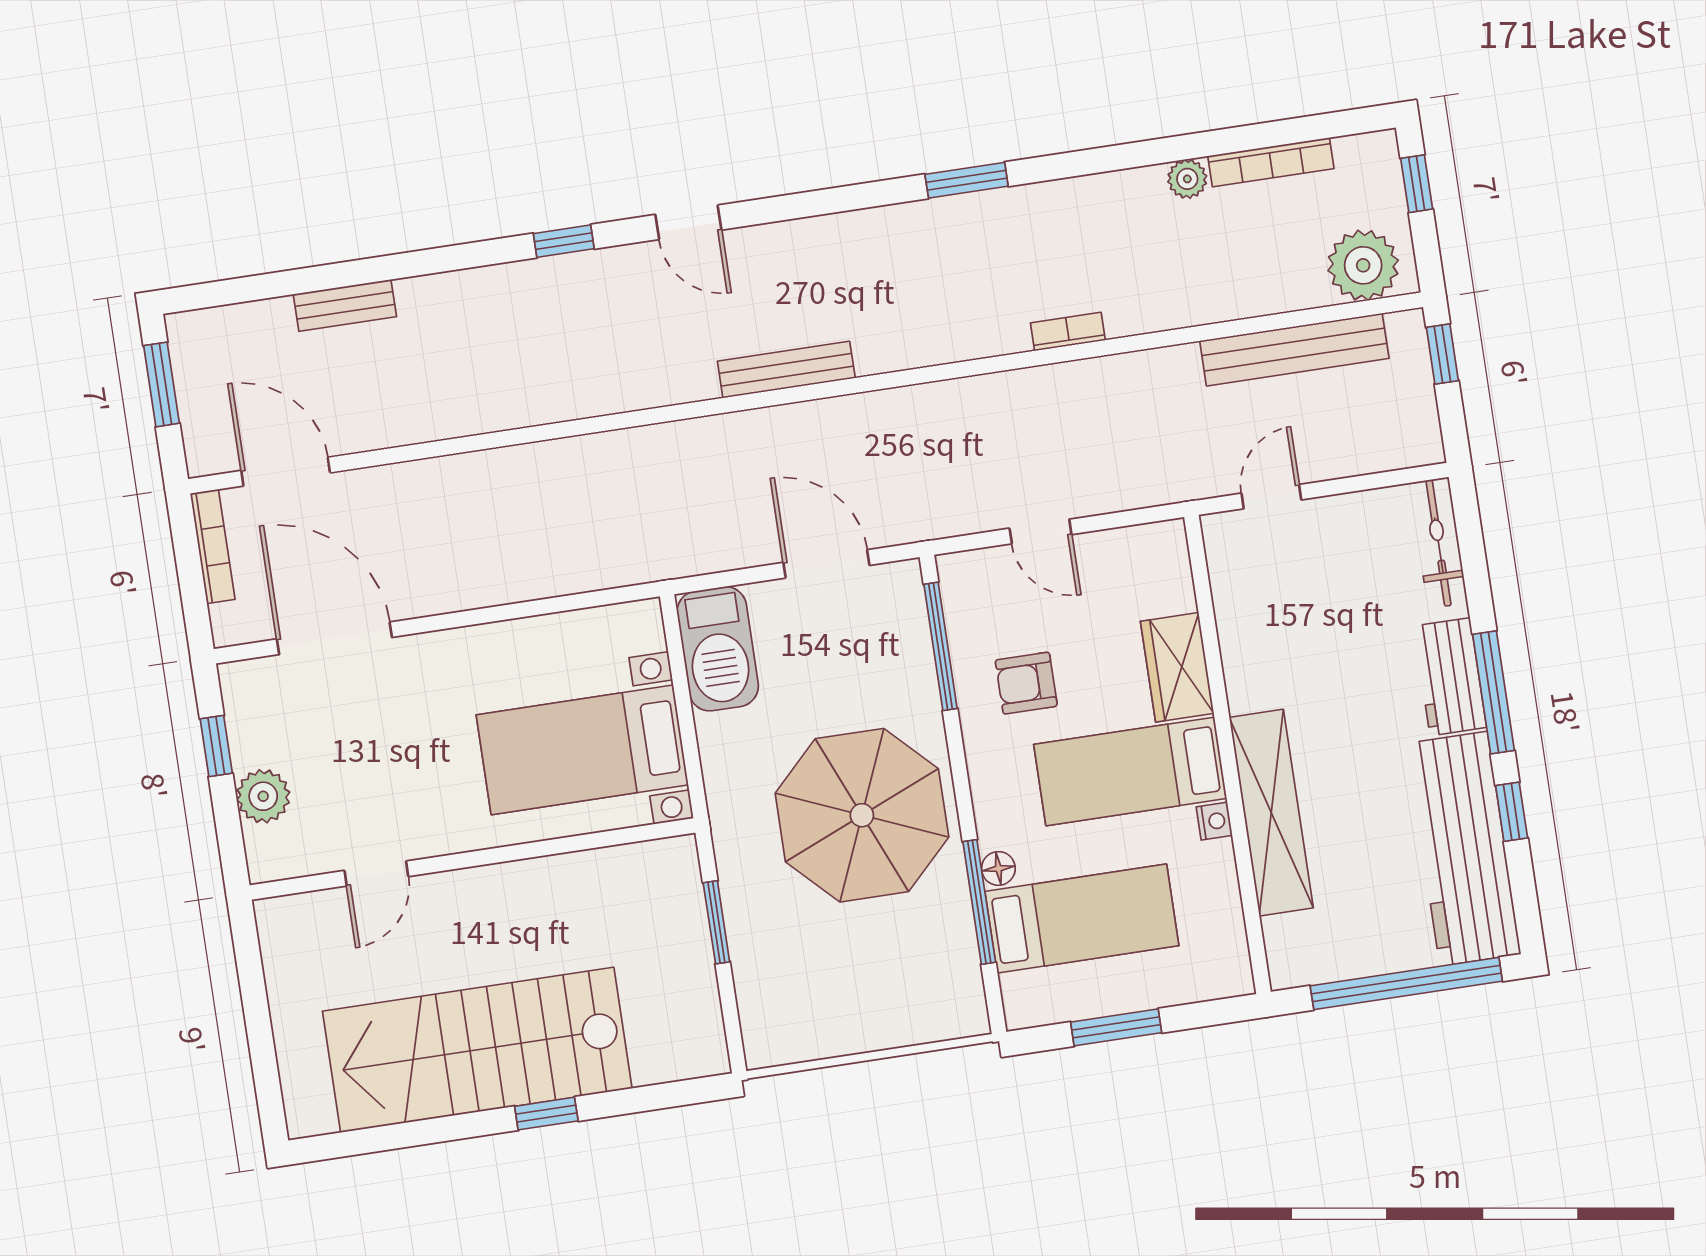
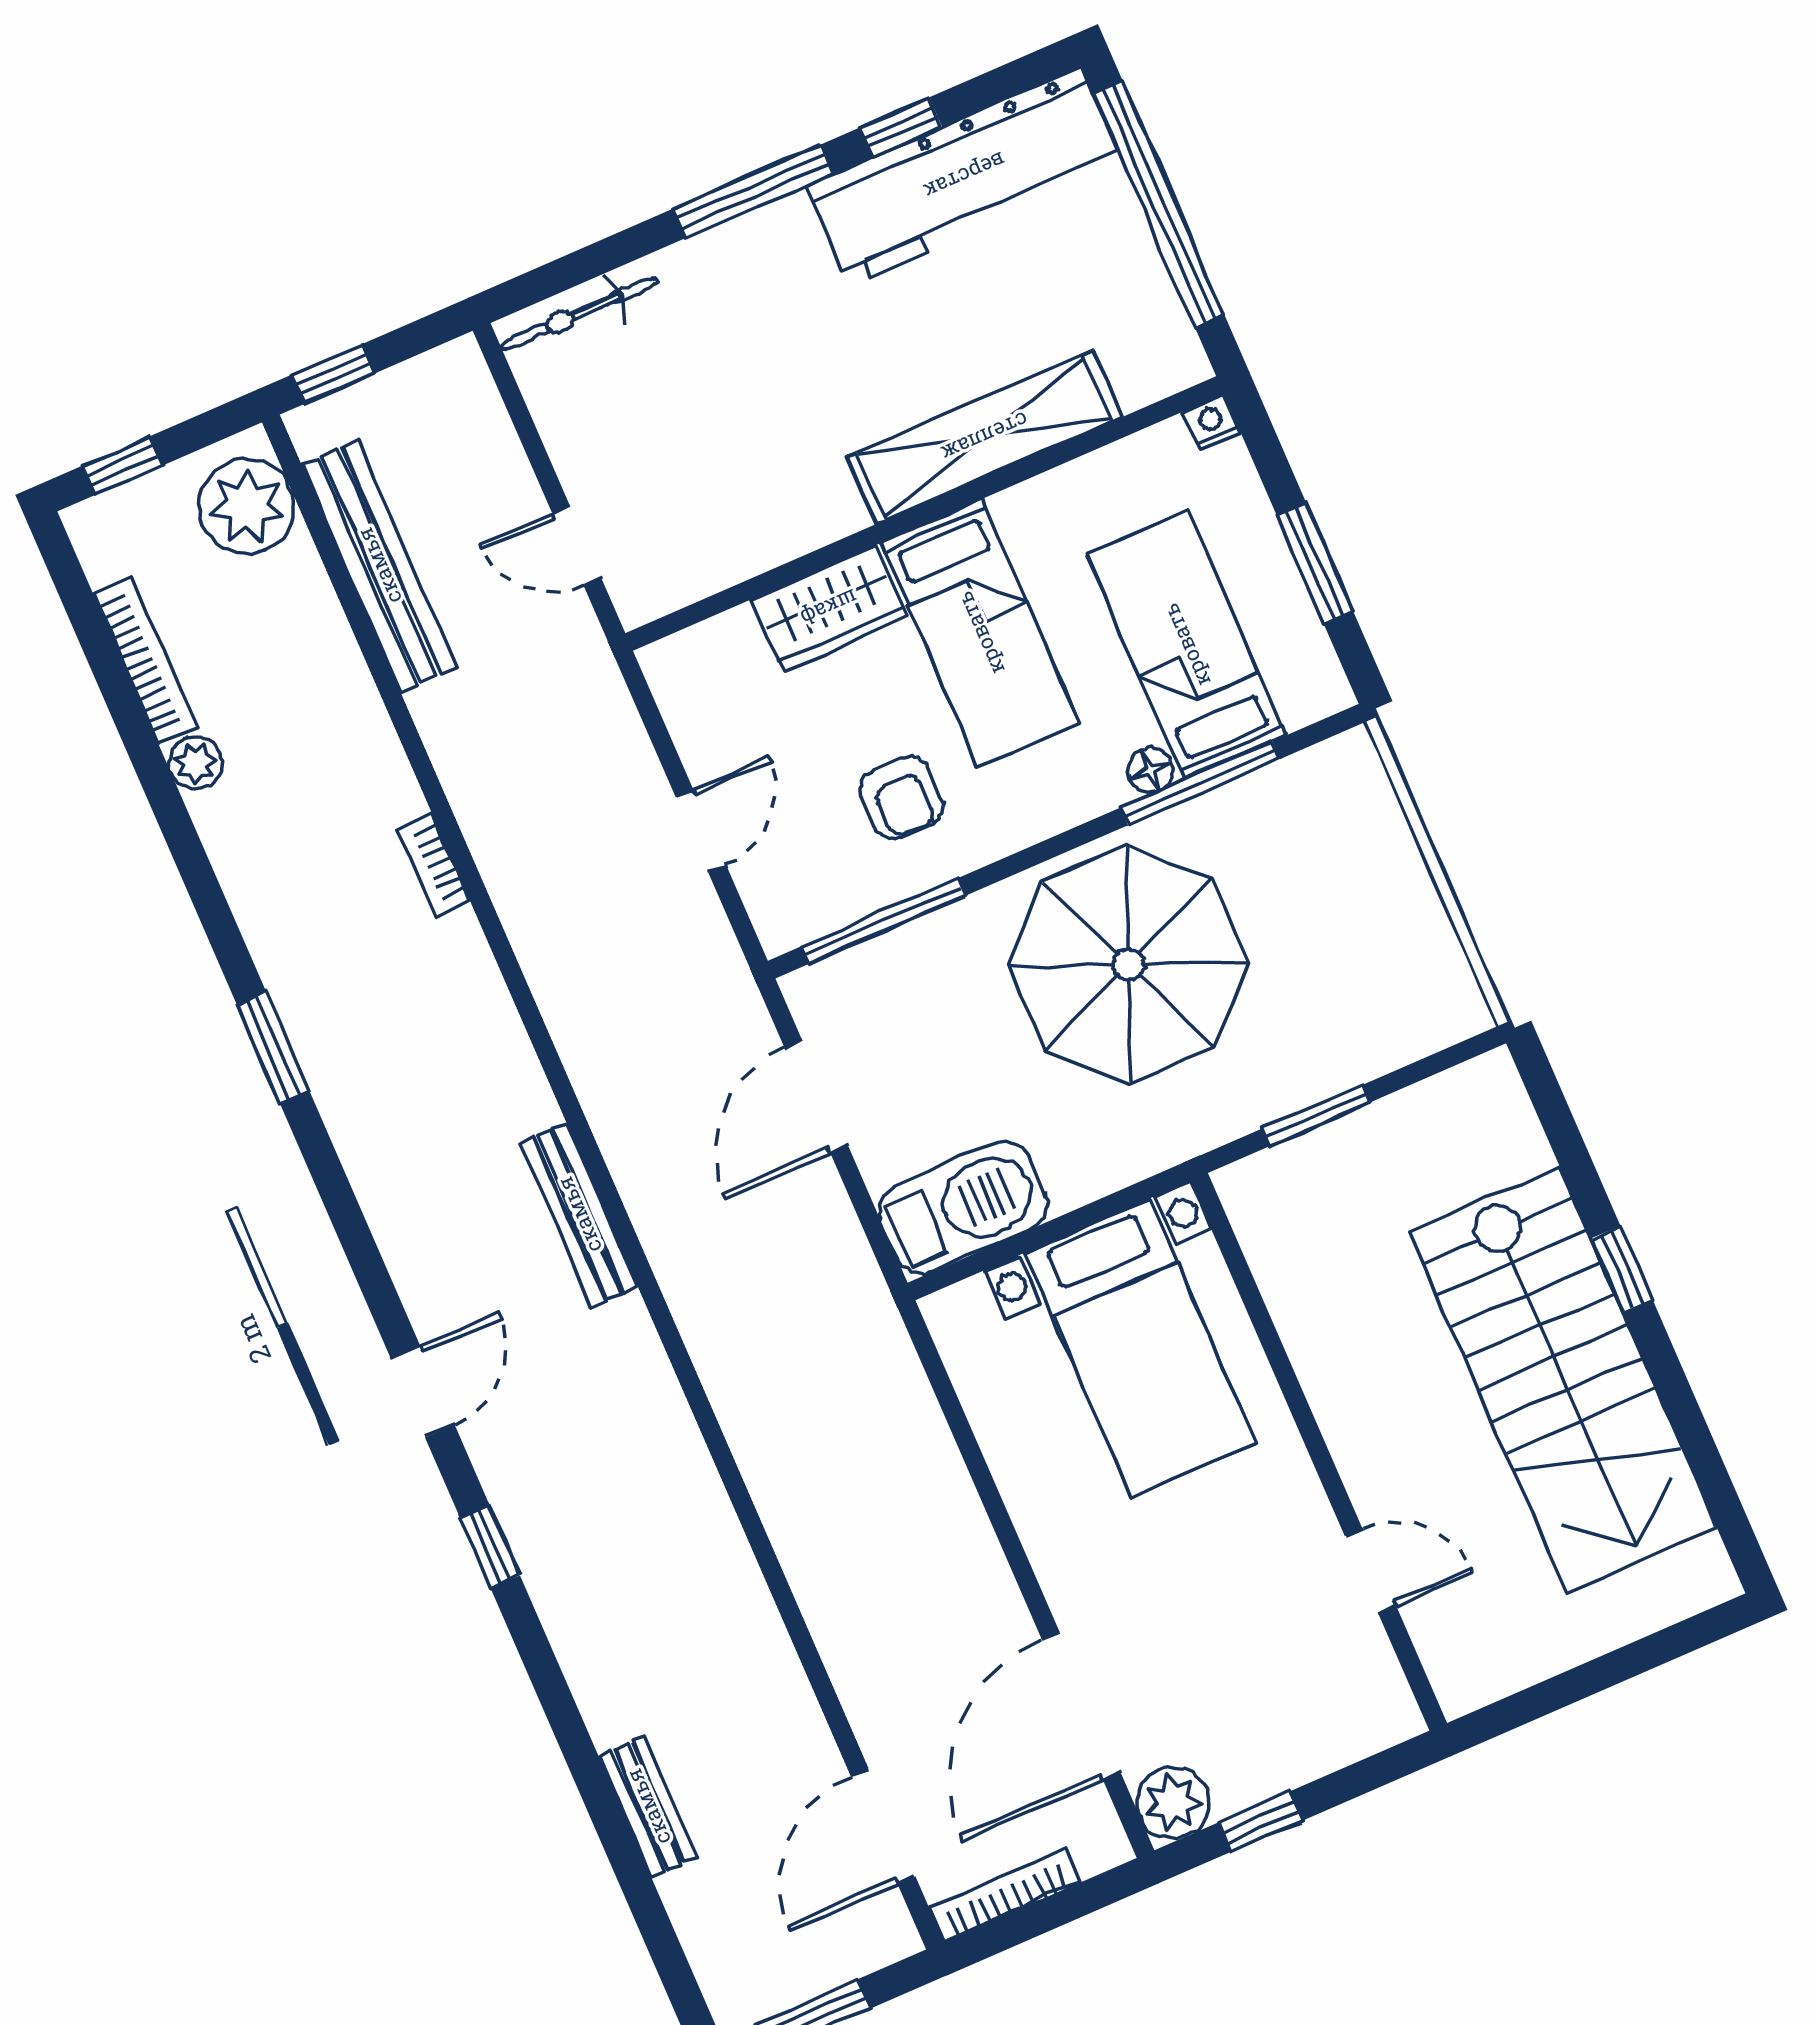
workbench: (1450, 677) -> (748, 253), removed
plant: (263, 796) -> (1173, 1803), moved
nightstand: (1214, 821) -> (1212, 422), moved

